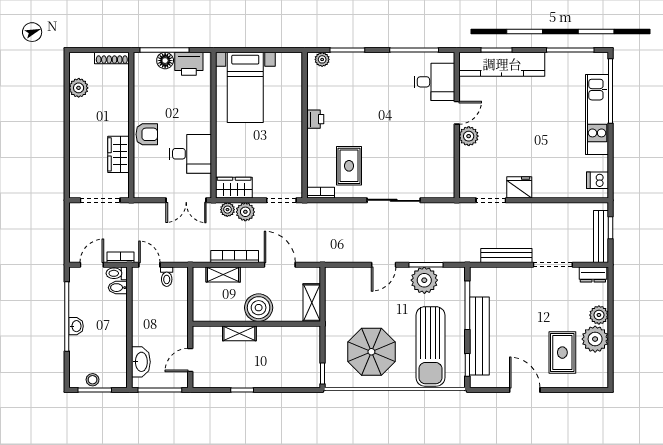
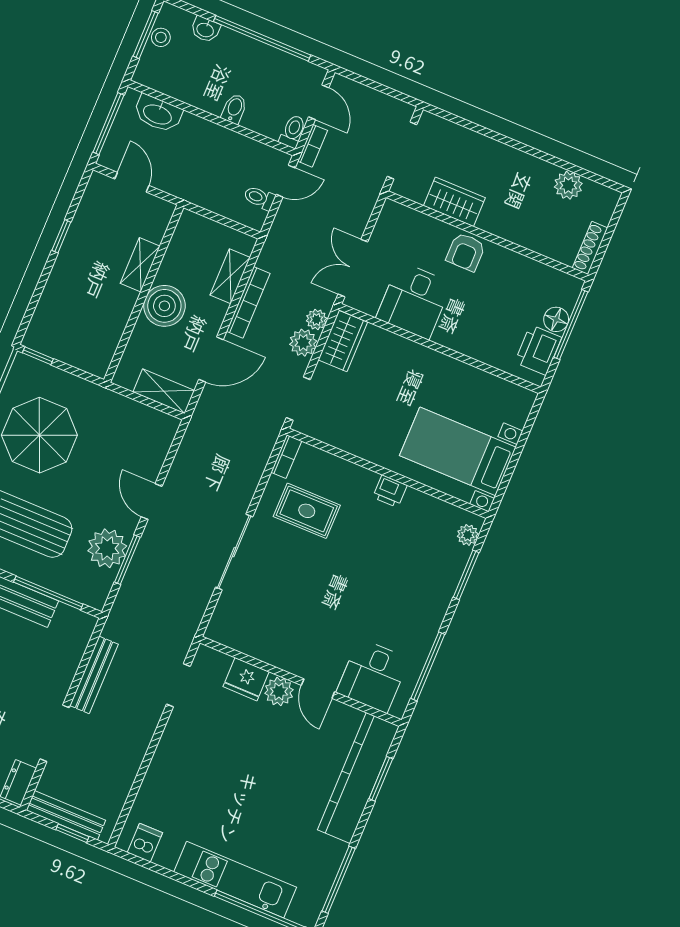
bed with nightstands: (245, 87) -> (458, 451), moved
fridge: (519, 187) -> (246, 679), moved, turned 90
bidet: (118, 288) -> (234, 109), moved
shelving: (312, 303) -> (164, 391), moved
washbasin: (76, 326) -> (205, 29), moved

